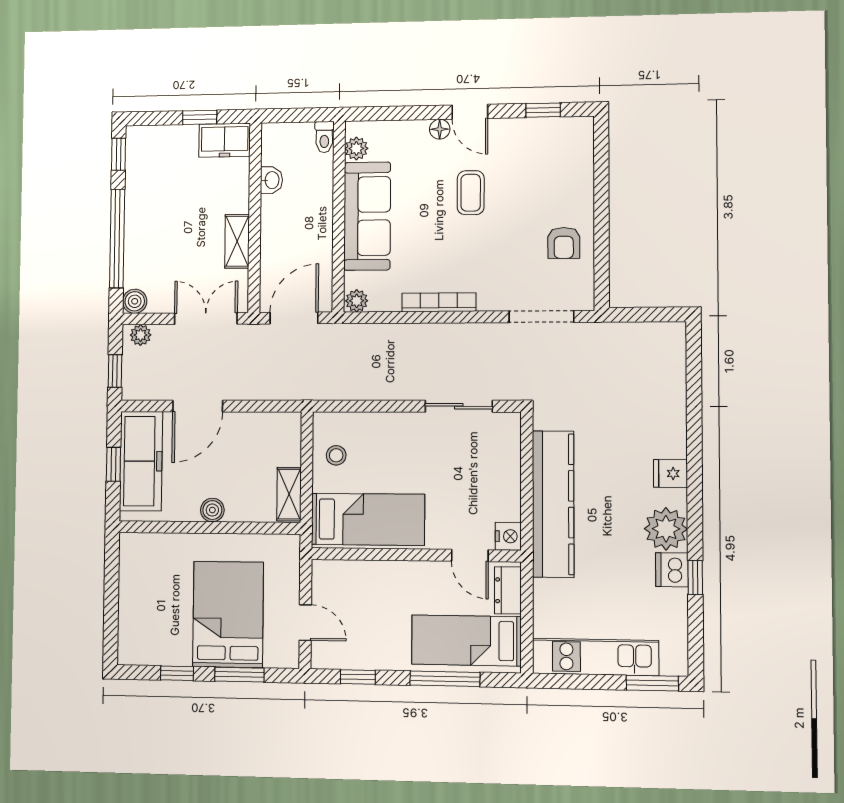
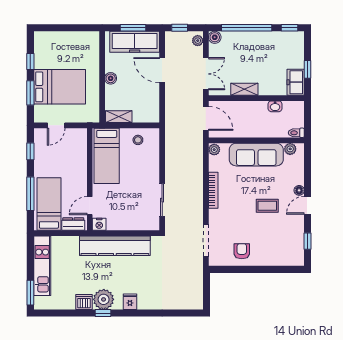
armchair: (564, 243) -> (242, 251), turned 90
window: (113, 464) -> (133, 28), width x1.50
window: (695, 578) -> (103, 313), moved

